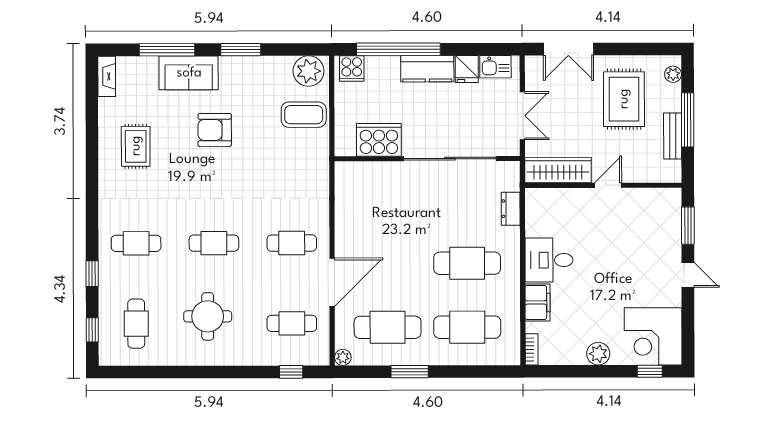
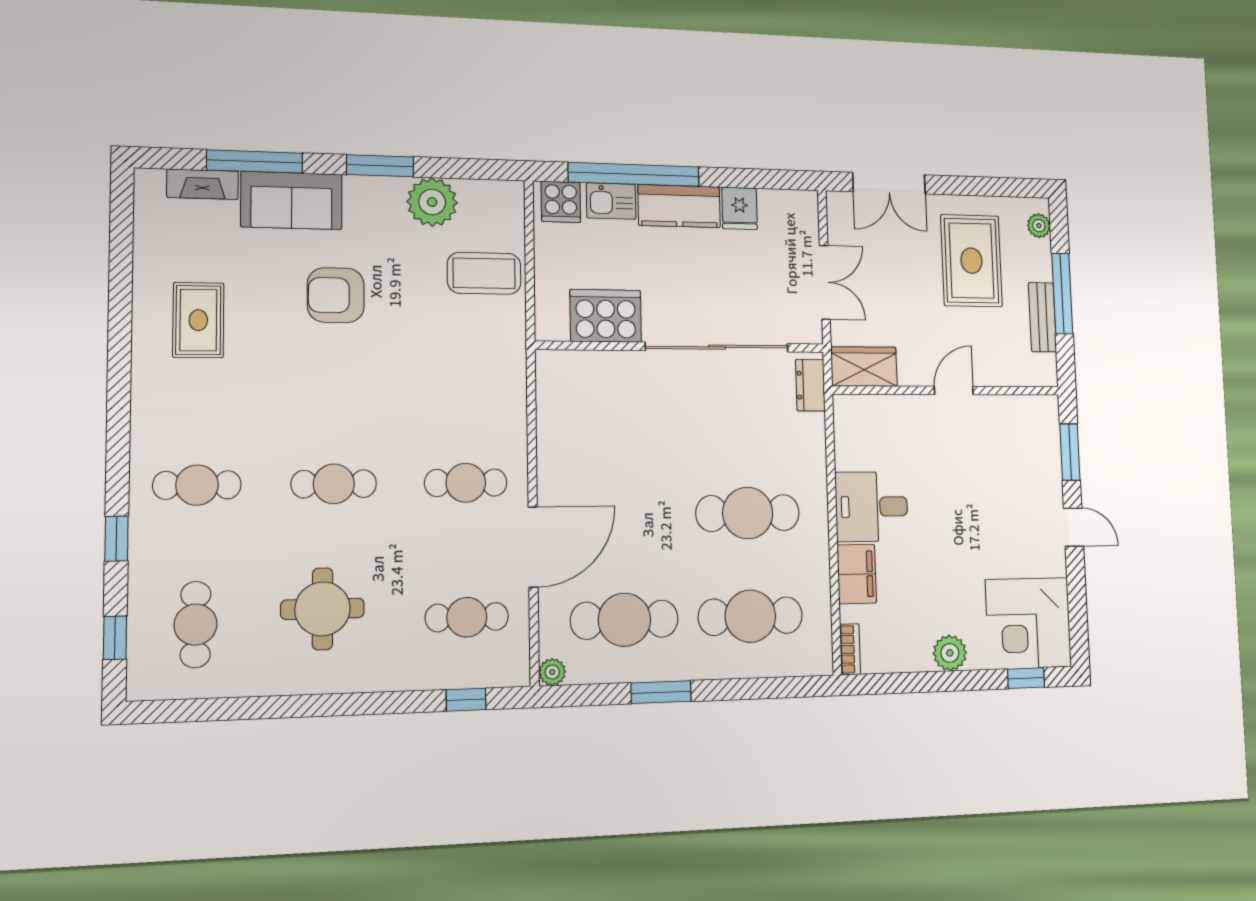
kitchen sink: (495, 67) -> (611, 201), moved
plant: (309, 71) -> (432, 202), moved
fireplace: (107, 76) -> (203, 184), moved, turned 90
wardrobe: (558, 170) -> (864, 367), width x0.67
dresser: (511, 209) -> (810, 385), moved

